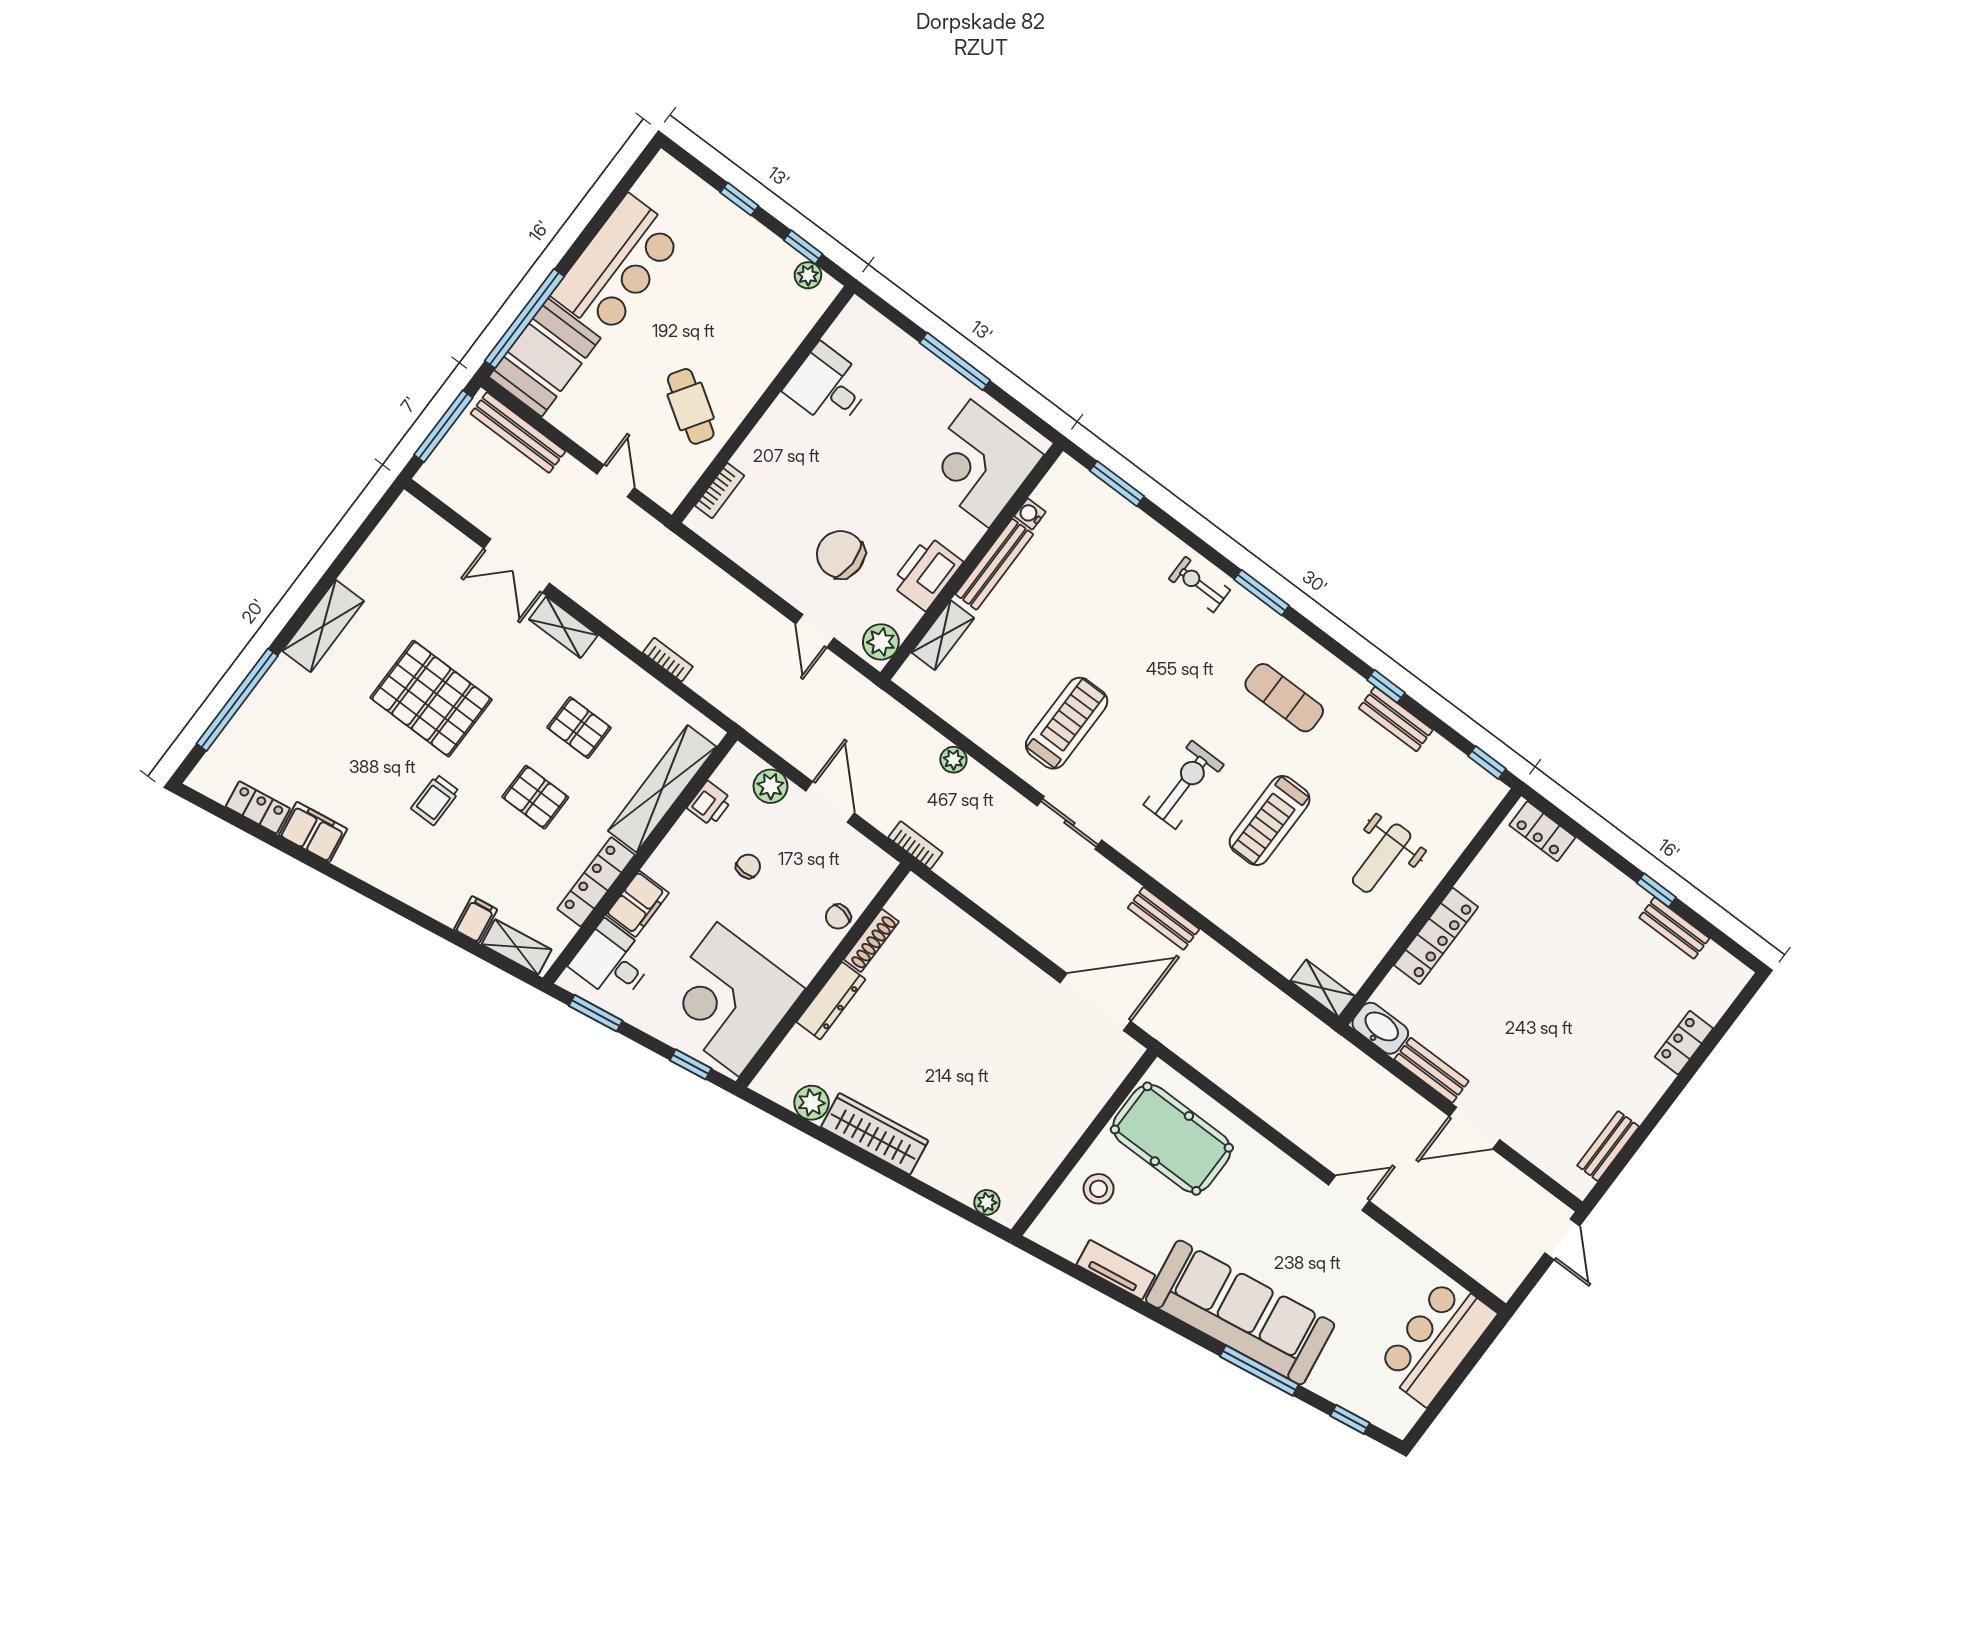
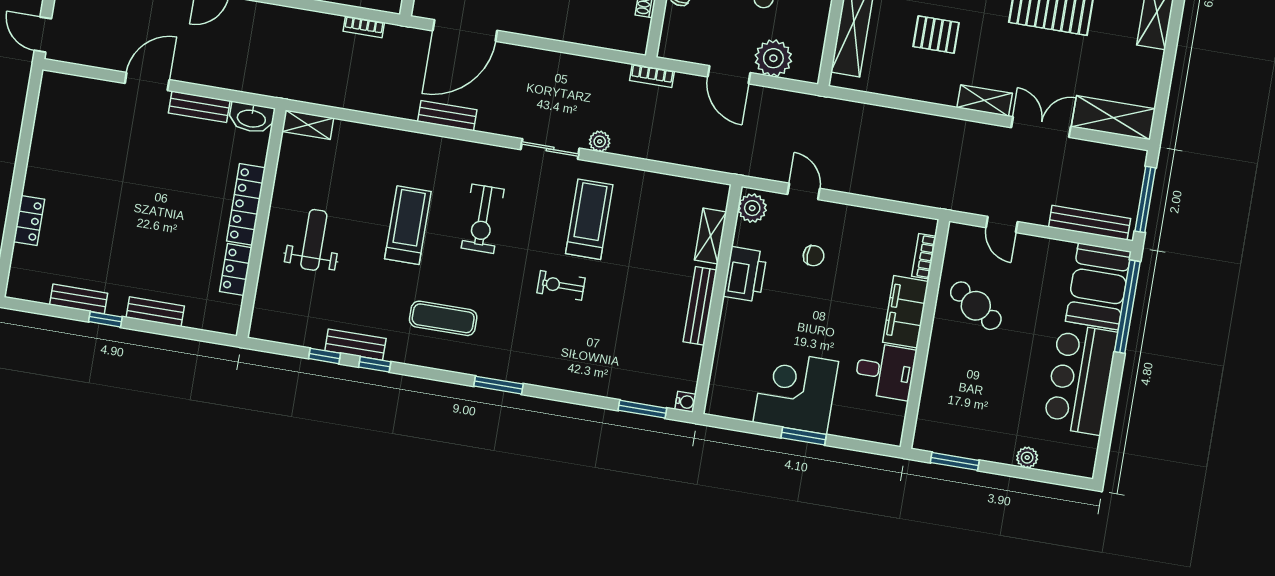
window: (739, 199) -> (1018, 472), removed
window: (803, 247) -> (955, 461), width x1.50
plant: (808, 275) -> (1027, 458), moved
window: (955, 361) -> (804, 436), width x0.69
filing cabinet: (771, 440) -> (906, 312), added
corner desk: (980, 464) -> (796, 392), moved, turned -90
water cooler: (1030, 514) -> (685, 402), moved
shelving: (432, 535) -> (1113, 118), added
chair: (841, 554) -> (814, 256), width x0.54, depth x0.54
exercise bike: (1199, 584) -> (561, 285), moved, turned 180
bookcase: (668, 660) -> (364, 27), moved
treadmill: (1067, 723) -> (589, 219), turned 180
plant: (953, 760) -> (600, 141), moved
window: (1487, 762) -> (325, 356), moved
plant: (770, 786) -> (773, 58), width x1.36, depth x1.36
printer: (710, 804) -> (814, 29), removed
locker: (1542, 831) -> (236, 270), moved, turned -90
bench: (1608, 1146) -> (155, 312), moved, turned 90

